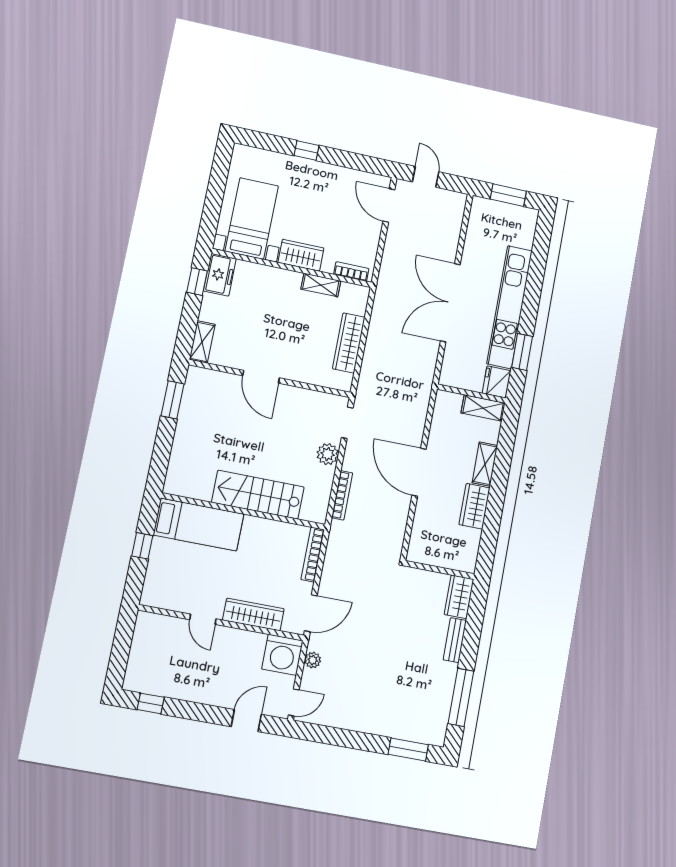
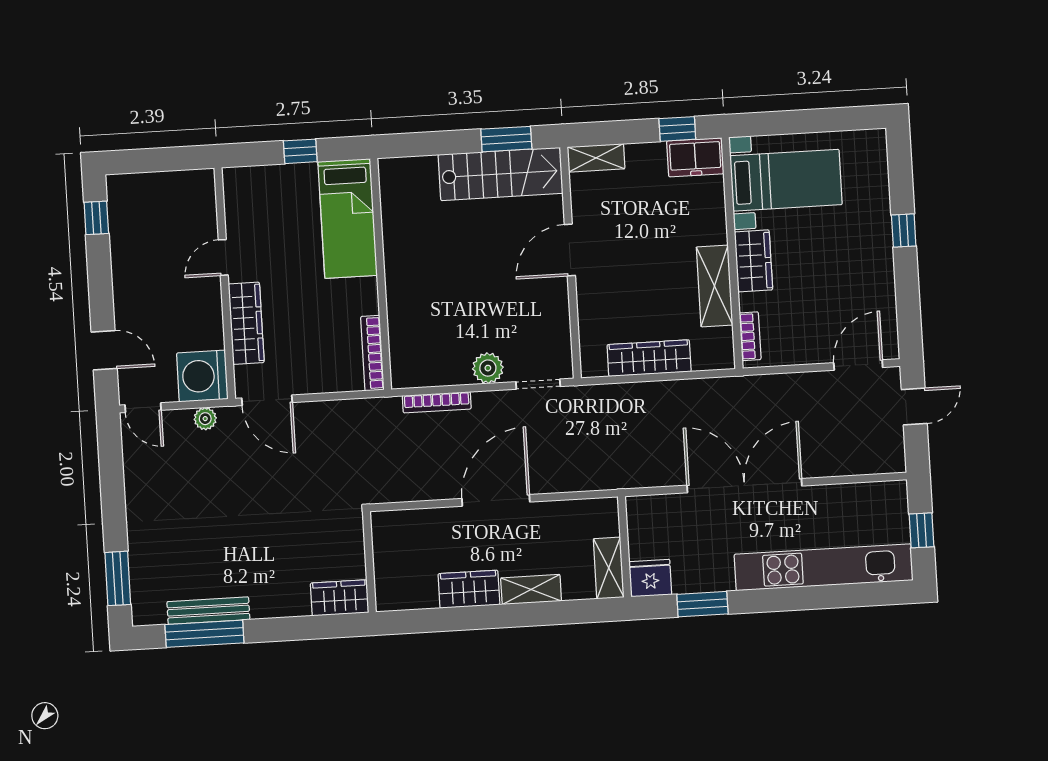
window: (508, 195) -> (922, 530), width x0.67
shelving: (321, 285) -> (715, 286), width x1.50, depth x1.33
kitchen unit: (510, 307) -> (824, 567), moved
stairs: (258, 495) -> (501, 174), moved, turned 90
bookcase: (313, 555) -> (372, 353), moved, turned -90
bench: (455, 640) -> (208, 611), moved, width x1.36

